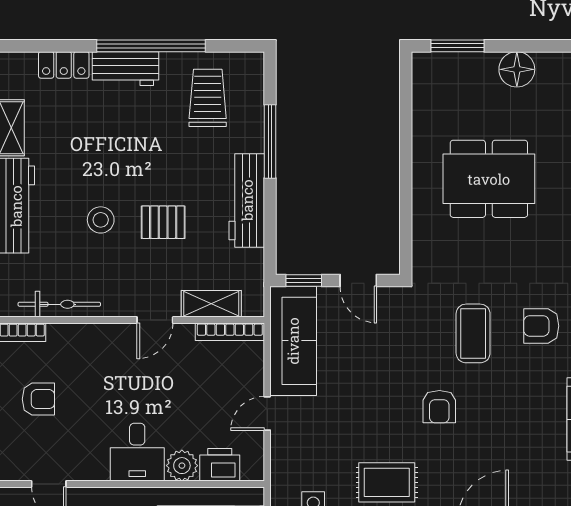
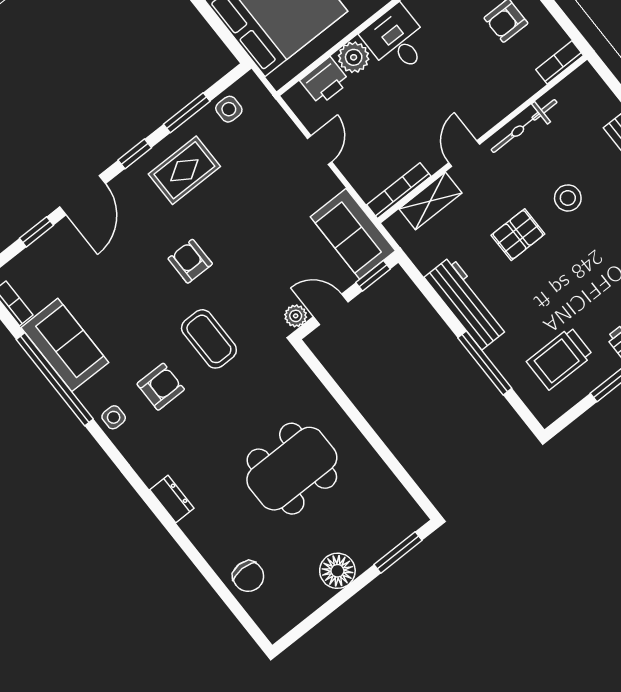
trolley: (208, 98) -> (560, 358), turned 90
plant: (390, 297) -> (296, 316), added
bicycle: (59, 304) -> (524, 126), moved
sofa: (293, 341) -> (353, 234), width x0.73

